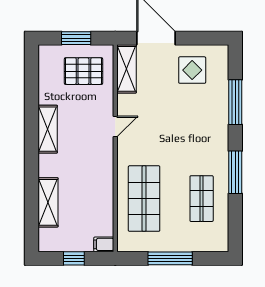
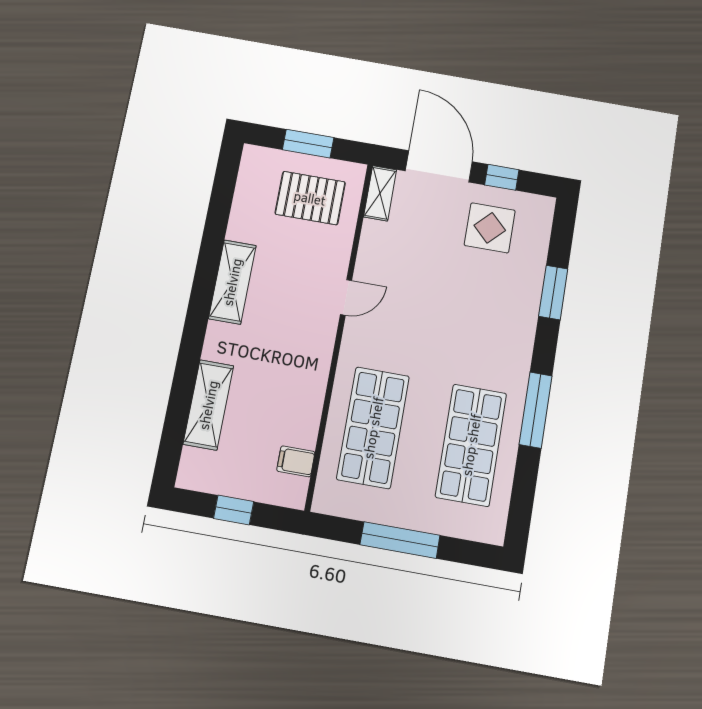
window: (194, 38) -> (502, 177), added
shelving: (127, 69) -> (380, 193), width x0.67, depth x0.75
window: (235, 102) -> (553, 293), width x0.69
shop shelf: (202, 199) -> (471, 445), width x1.43, depth x1.36
filing cabinet: (104, 244) -> (296, 461), moved

